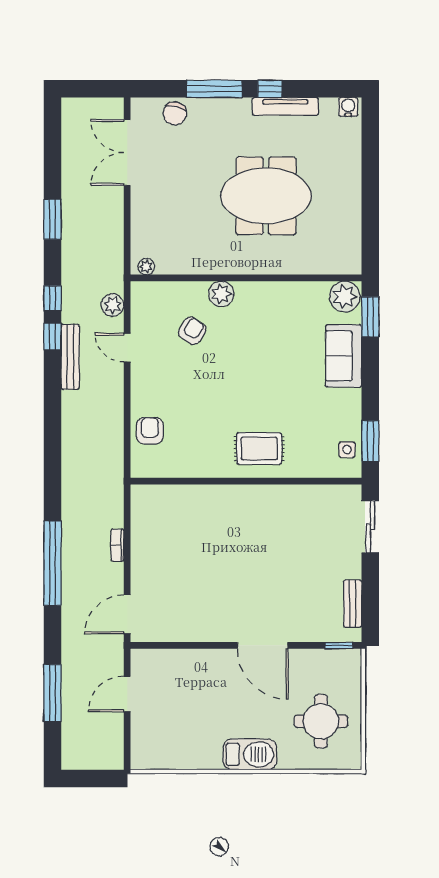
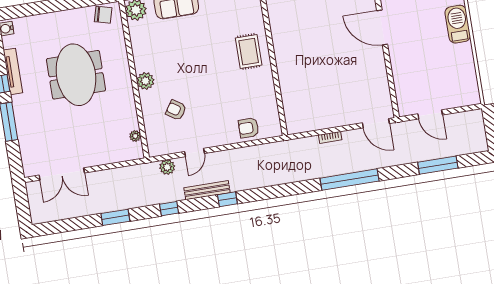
chair: (175, 113) -> (103, 15), moved
plant: (146, 266) -> (135, 136), moved
plant: (221, 294) -> (145, 81), moved
window: (52, 337) -> (227, 199), moved
door: (263, 645) -> (382, 27), swing flipped

